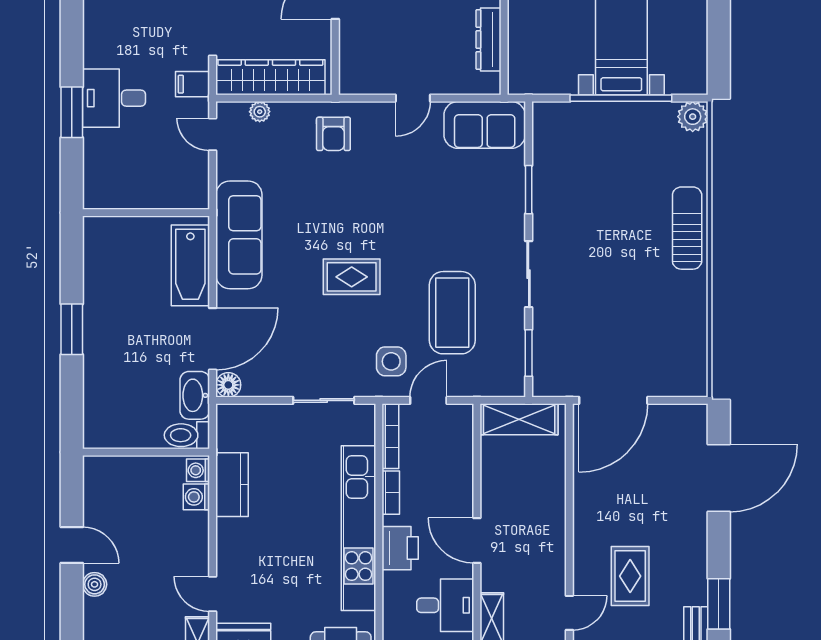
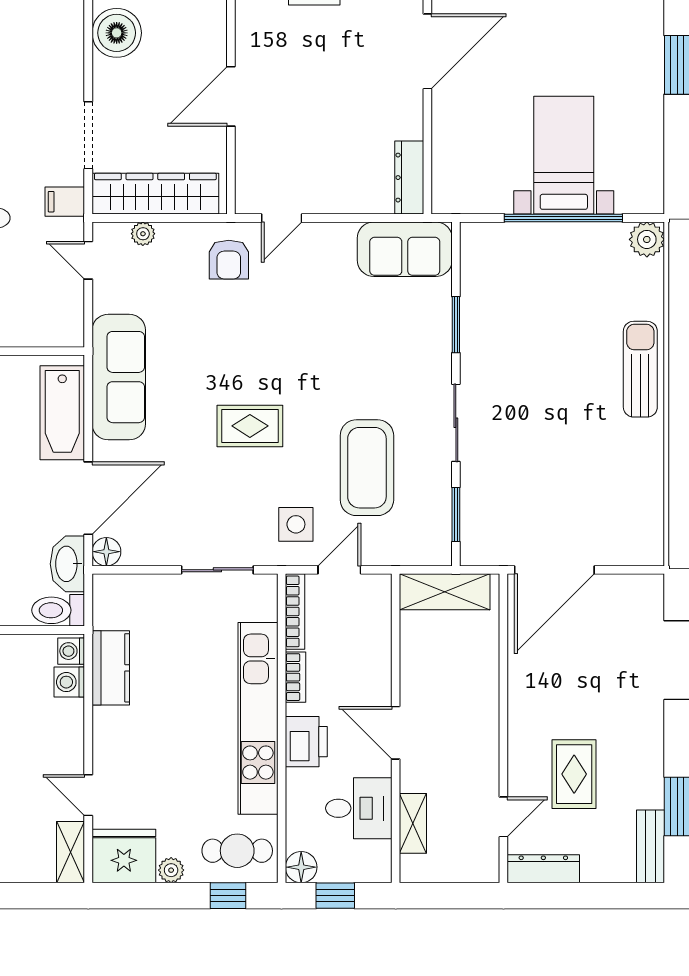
dresser: (489, 39) -> (409, 178), moved
door: (413, 98) -> (282, 218), moved

